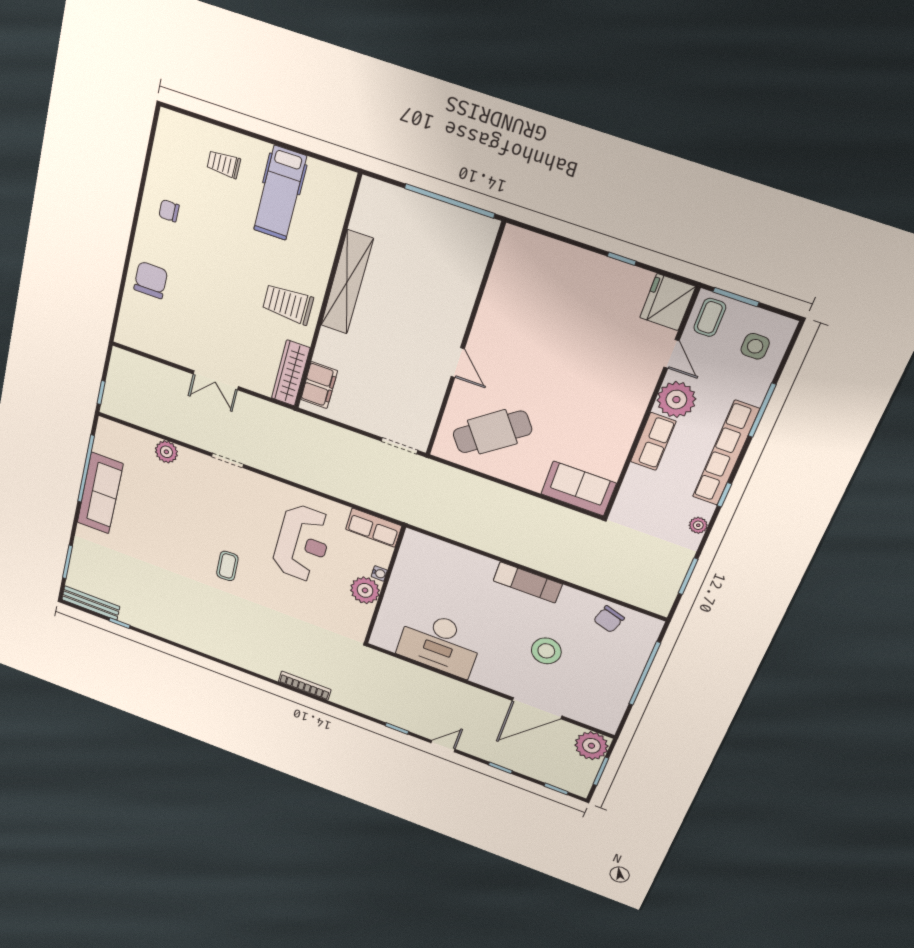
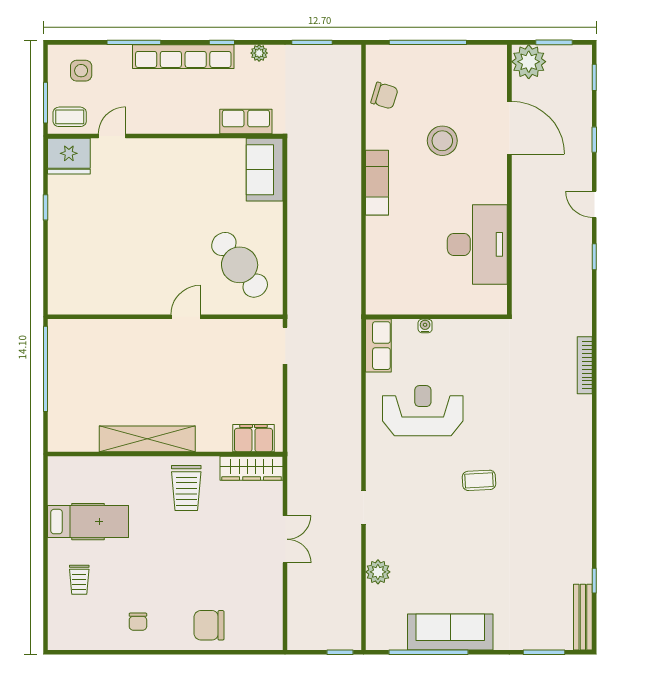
plant: (676, 400) -> (150, 116), removed
row of seats: (653, 441) -> (246, 121), moved
plant: (365, 590) -> (449, 335), removed

